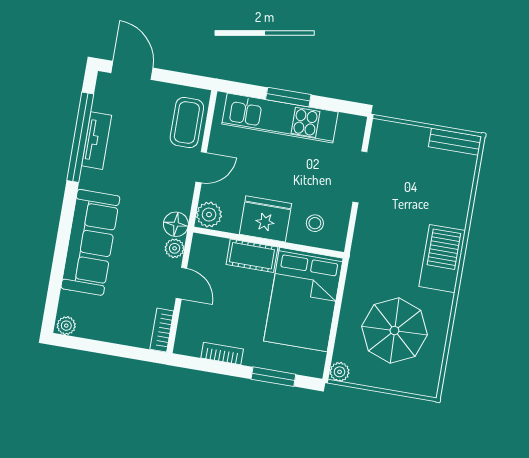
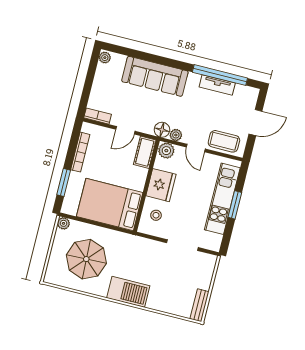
door: (132, 70) -> (255, 123), moved
plant: (175, 248) -> (176, 135), moved
cot: (252, 256) -> (145, 152), moved
bookcase: (222, 353) -> (80, 152), width x1.56

